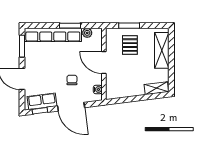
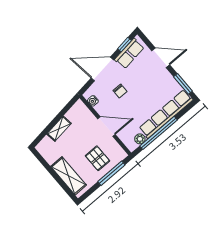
window: (70, 26) -> (158, 133), width x2.11
window: (129, 26) -> (111, 173), width x1.44
shelving: (156, 88) -> (59, 129), moved

